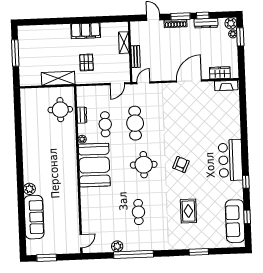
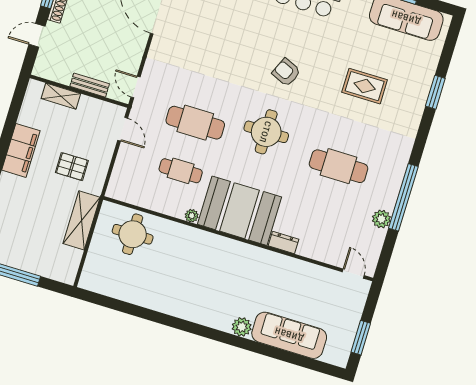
dresser: (82, 115) -> (284, 243), moved
cafe table: (138, 212) -> (339, 166), width x1.37, depth x1.35

